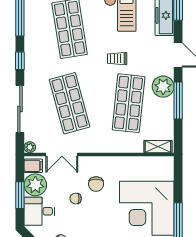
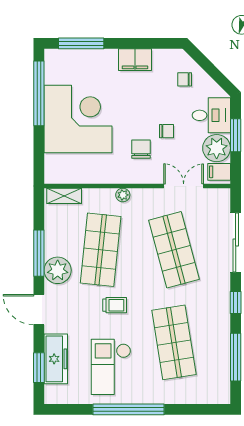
plant: (30, 147) -> (123, 195), moved

